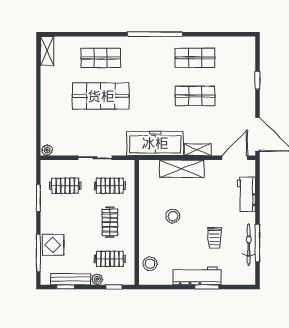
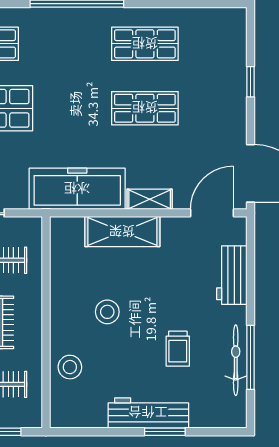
stool: (150, 264) -> (70, 367), moved

